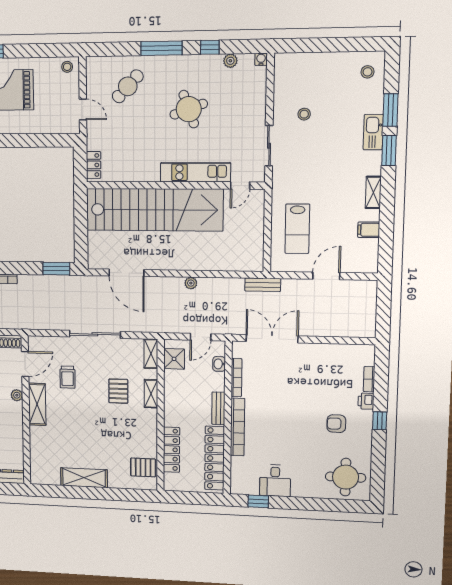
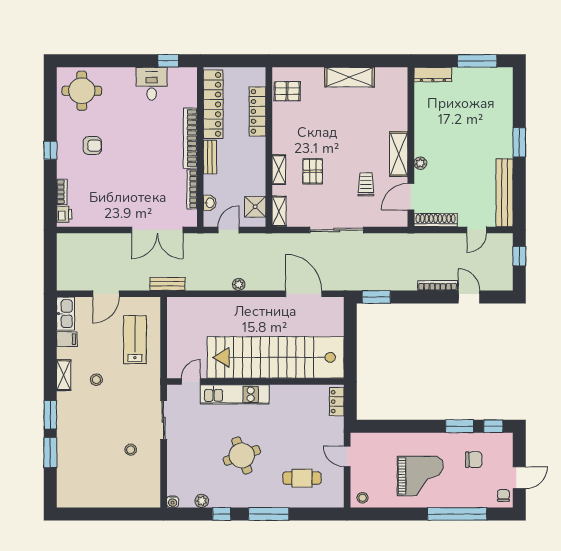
stool: (368, 72) -> (96, 380), moved
cafe table: (128, 86) -> (302, 478), turned 47
kitchen sink: (373, 132) -> (66, 314), moved
printer: (366, 401) -> (64, 214), moved

